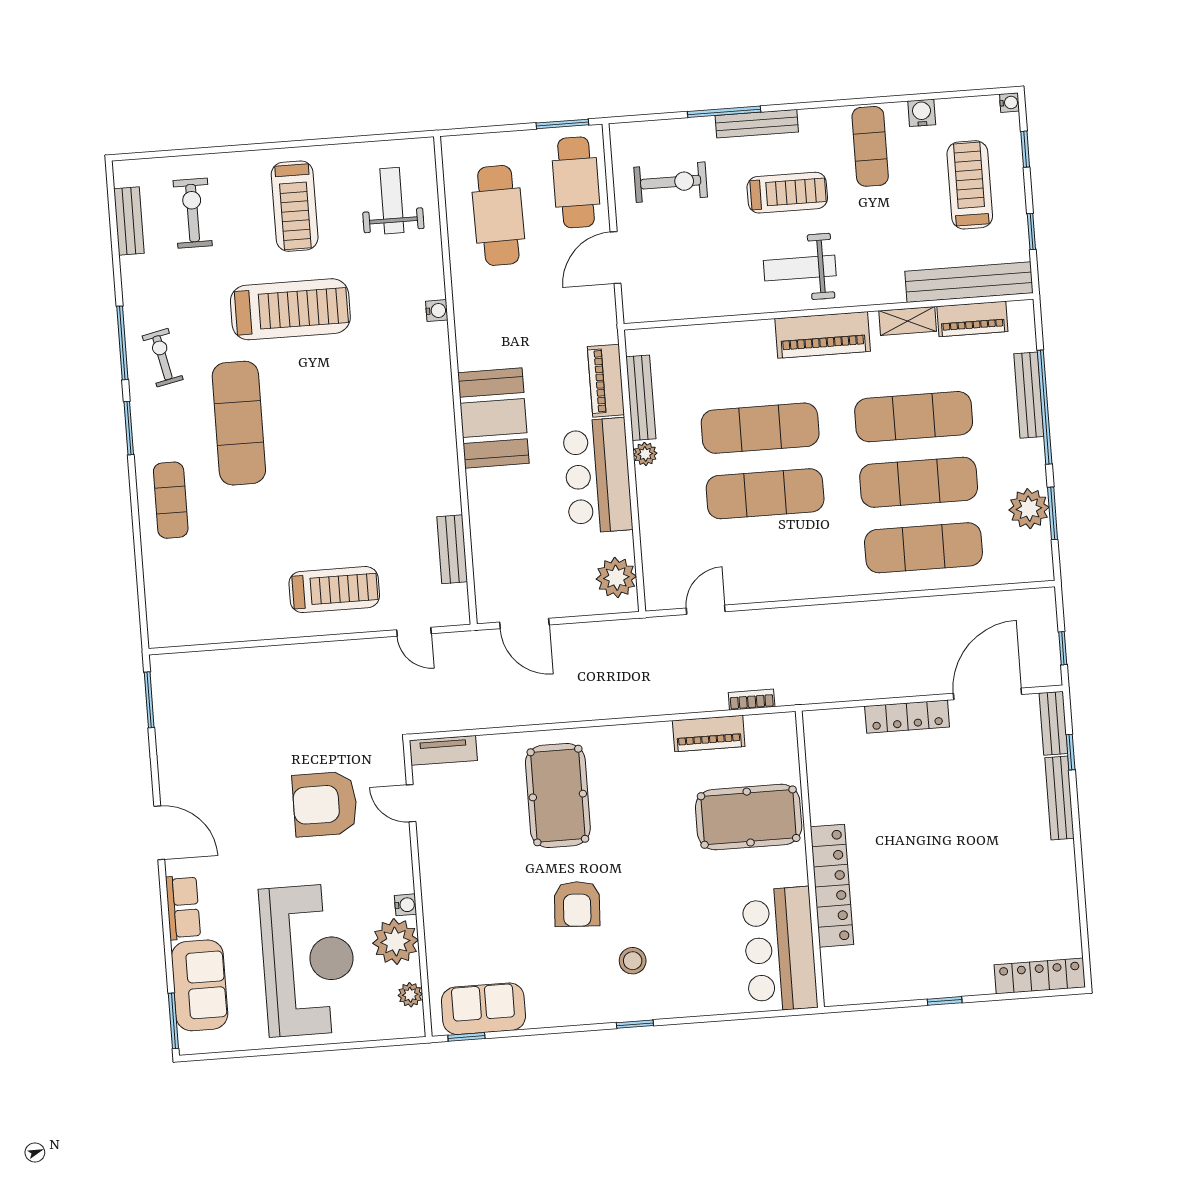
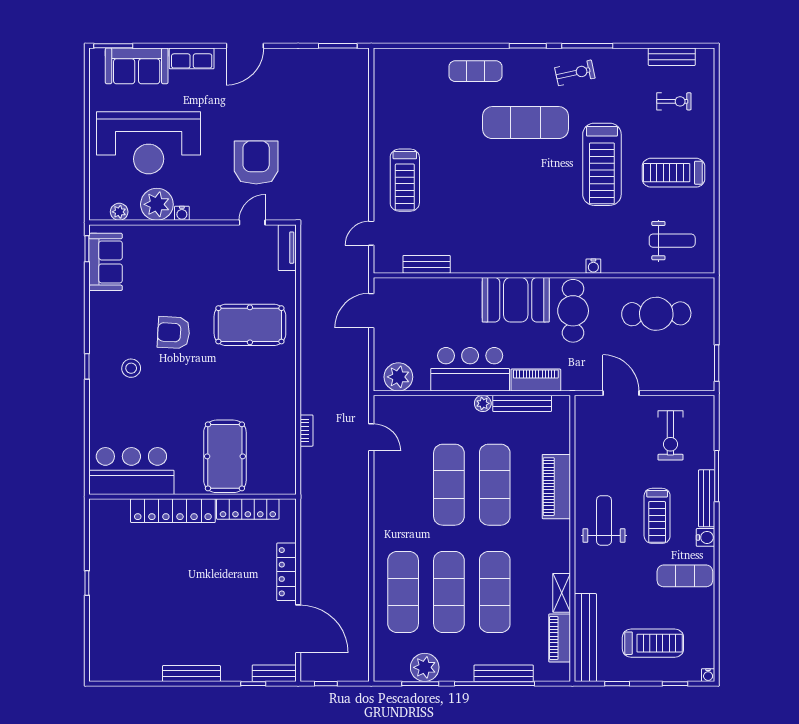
water cooler: (922, 113) -> (706, 537), moved
cafe table: (576, 182) -> (573, 311), moved, turned 90
exercise bike: (193, 213) -> (674, 101), width x0.73, depth x0.72
piano: (823, 335) -> (556, 487), moved
bookcase: (752, 700) -> (306, 431), moved
piano: (709, 733) -> (285, 433), removed
bench: (1059, 798) -> (191, 673), moved
locker: (1040, 976) -> (248, 509), moved, turned 90

